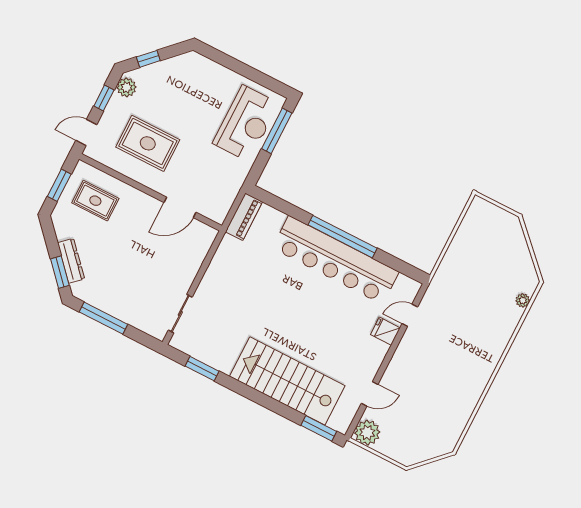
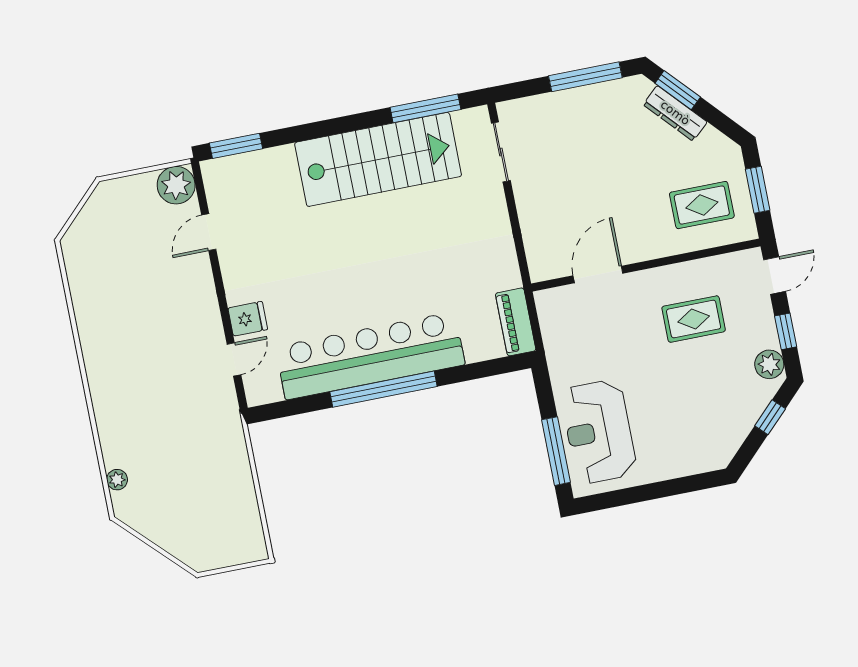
rug: (148, 143) -> (694, 319), width x0.73, depth x0.70
window: (202, 369) -> (425, 108), width x1.44
stairs: (287, 381) -> (378, 159), moved

